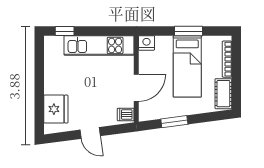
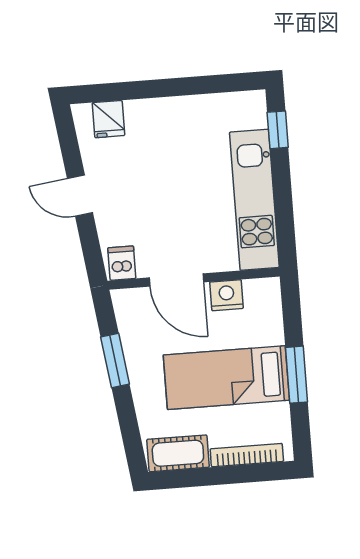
nightstand: (146, 43) -> (226, 295), moved, turned -90
fridge: (56, 109) -> (108, 119), width x0.53, depth x0.75
door: (90, 133) -> (80, 196), hinge flipped

